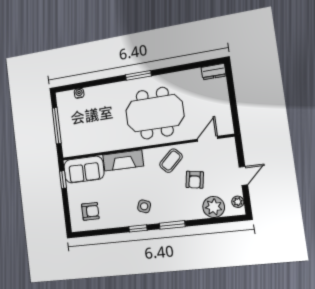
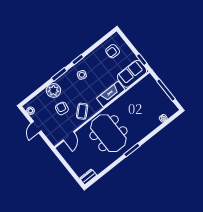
meeting table: (155, 113) -> (108, 133), turned 90
plant: (214, 207) -> (53, 90), moved

